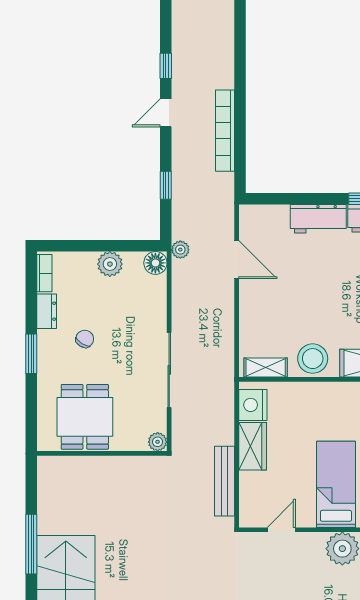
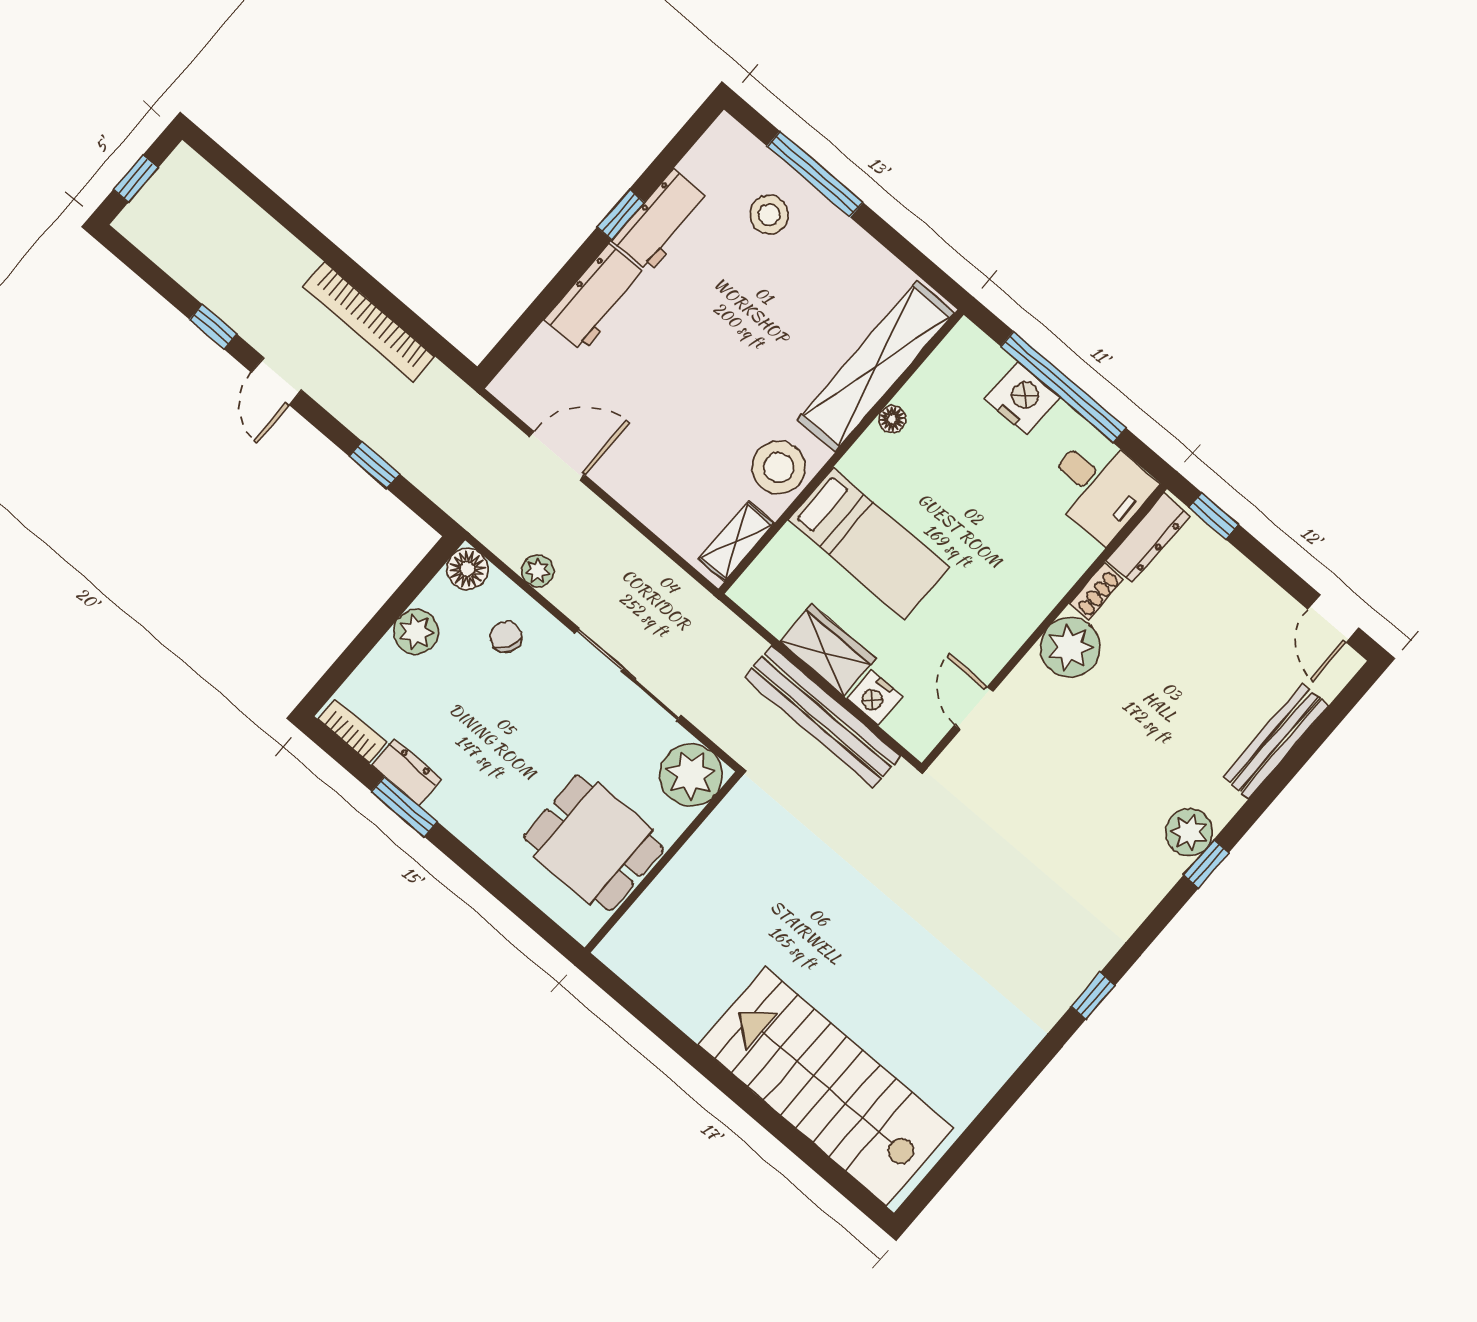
plant: (180, 250) -> (538, 571), moved
chair: (85, 339) -> (506, 637), moved
window: (31, 354) -> (404, 807), moved
nightstand: (253, 405) -> (874, 697), moved, width x0.74, depth x0.75
plant: (158, 442) -> (691, 775), width x1.87, depth x1.87
bench: (225, 481) -> (823, 716), width x1.37, depth x1.21
bed: (336, 484) -> (869, 544), moved, turned 180
window: (31, 544) -> (703, 1063), removed

